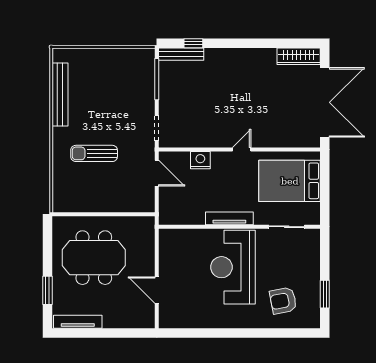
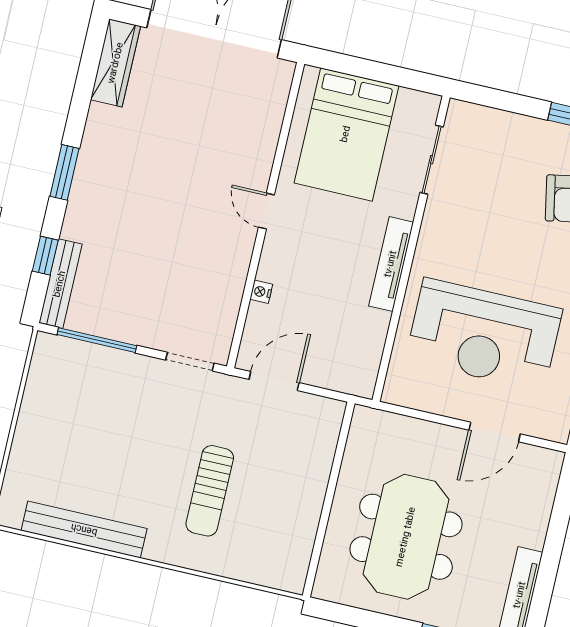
window: (238, 43) -> (64, 172), added
nightstand: (200, 160) -> (261, 292), width x0.53, depth x0.56
reception desk: (233, 267) -> (484, 335), moved

